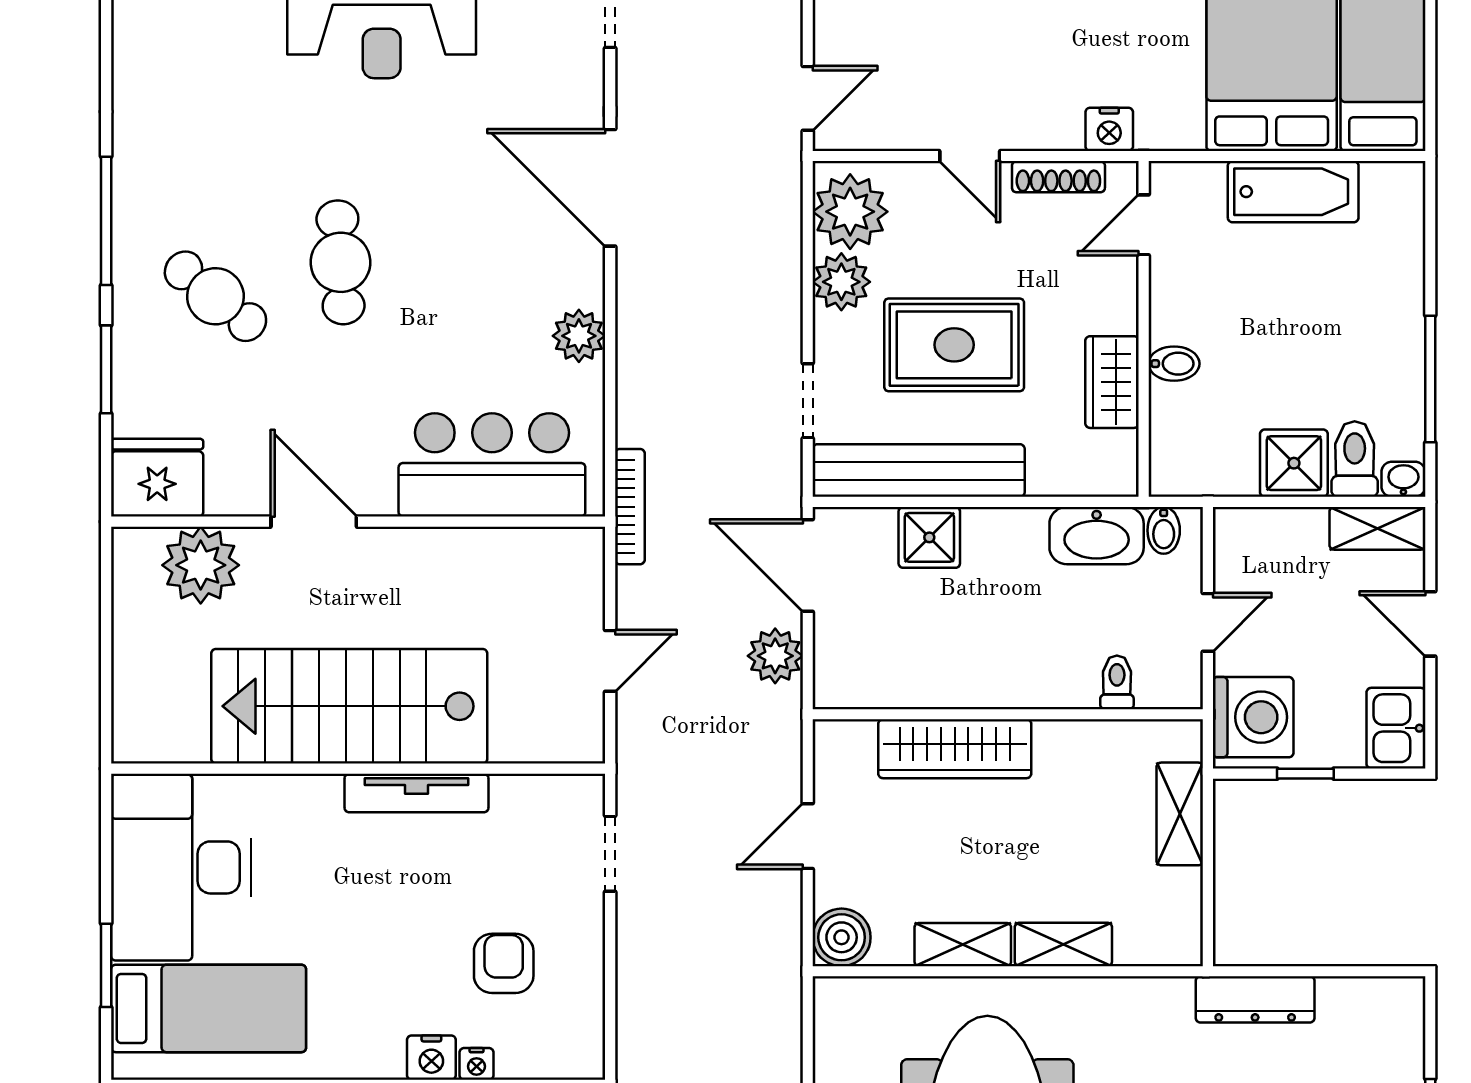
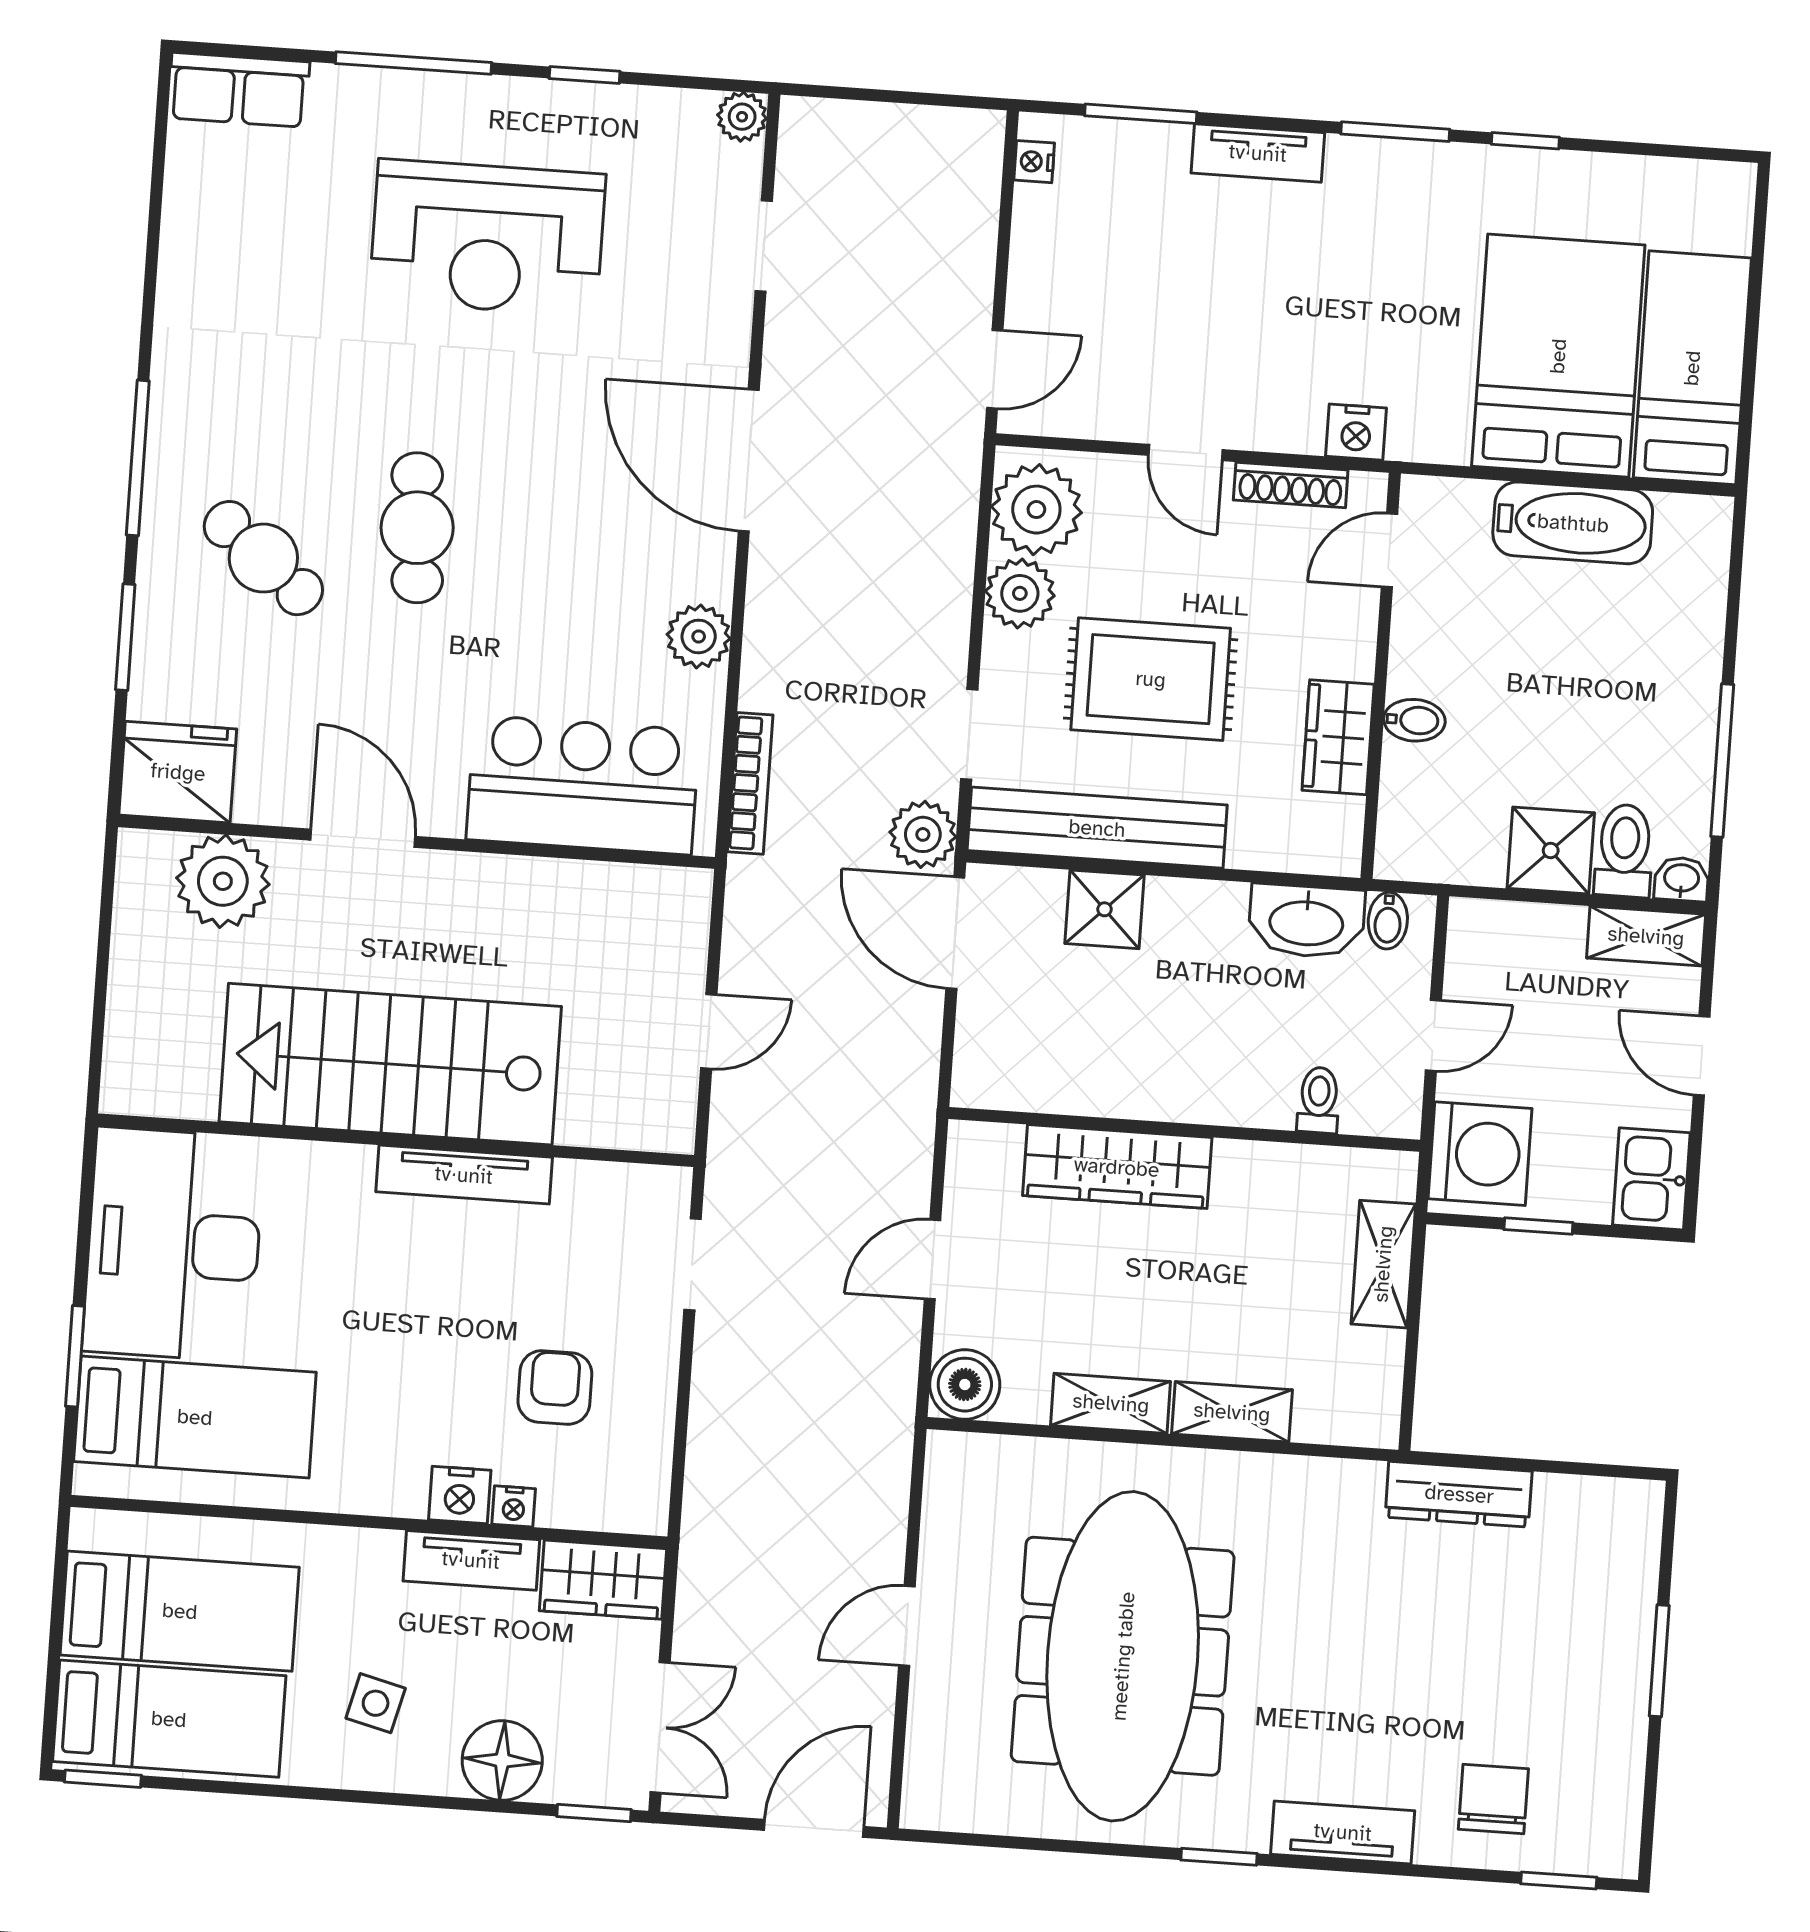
bookcase: (630, 507) -> (750, 783), moved
plant: (775, 656) -> (923, 834), moved

